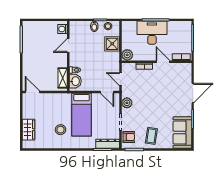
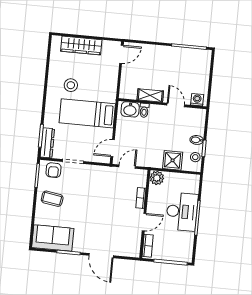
shelving: (63, 78) -> (150, 95), moved
plant: (127, 103) -> (97, 172), removed
wardrobe: (28, 130) -> (81, 45), width x1.50

